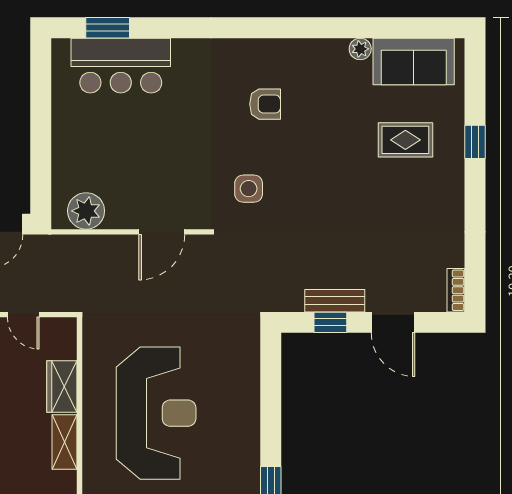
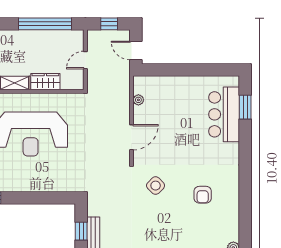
side table: (249, 189) -> (156, 186), turned 45
plant: (86, 211) -> (138, 100), width x0.53, depth x0.53
door: (162, 232) -> (131, 137), swing flipped

